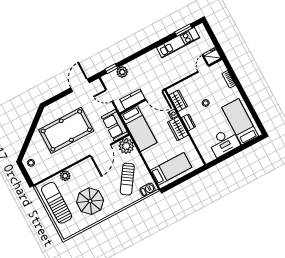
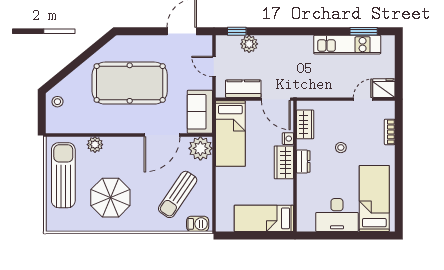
bed: (171, 169) -> (264, 218), moved, turned 180

